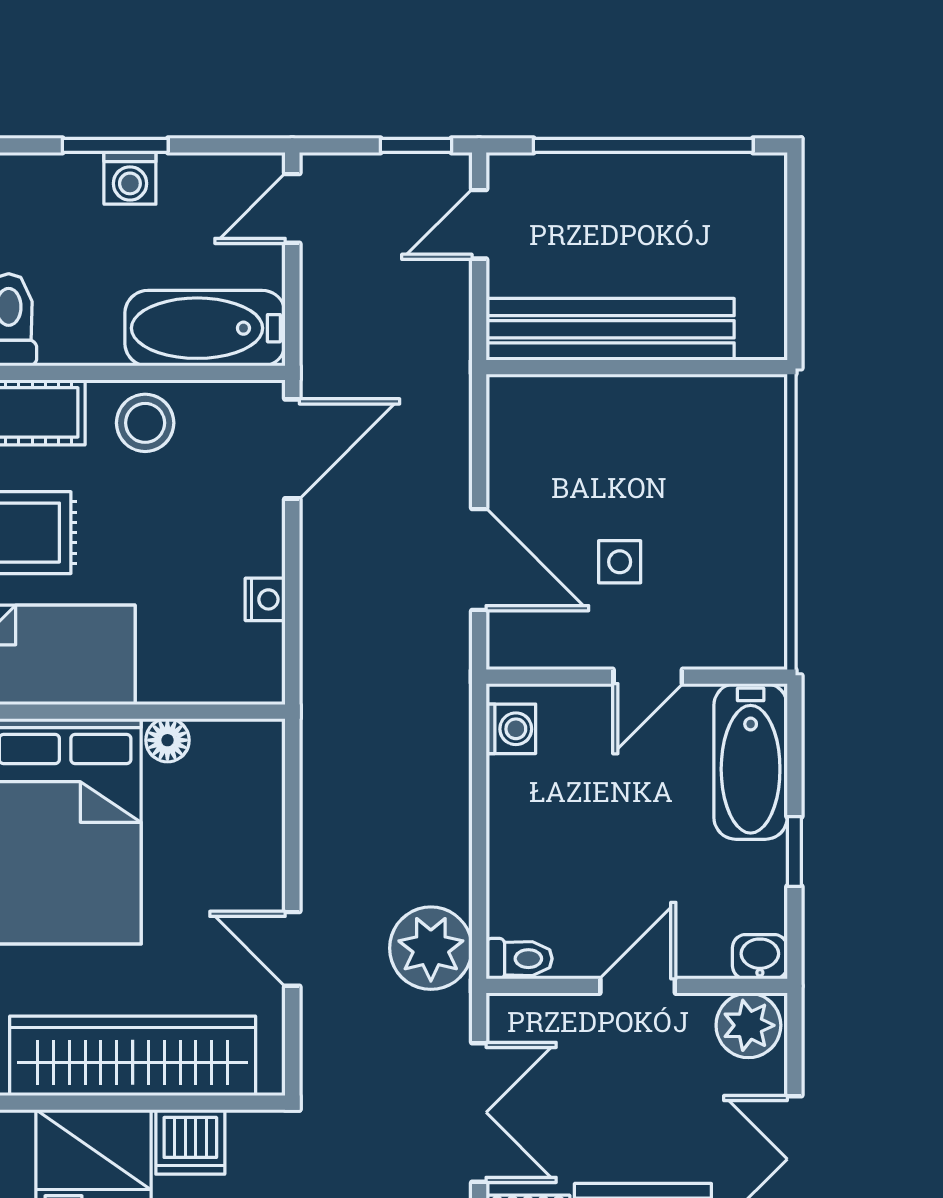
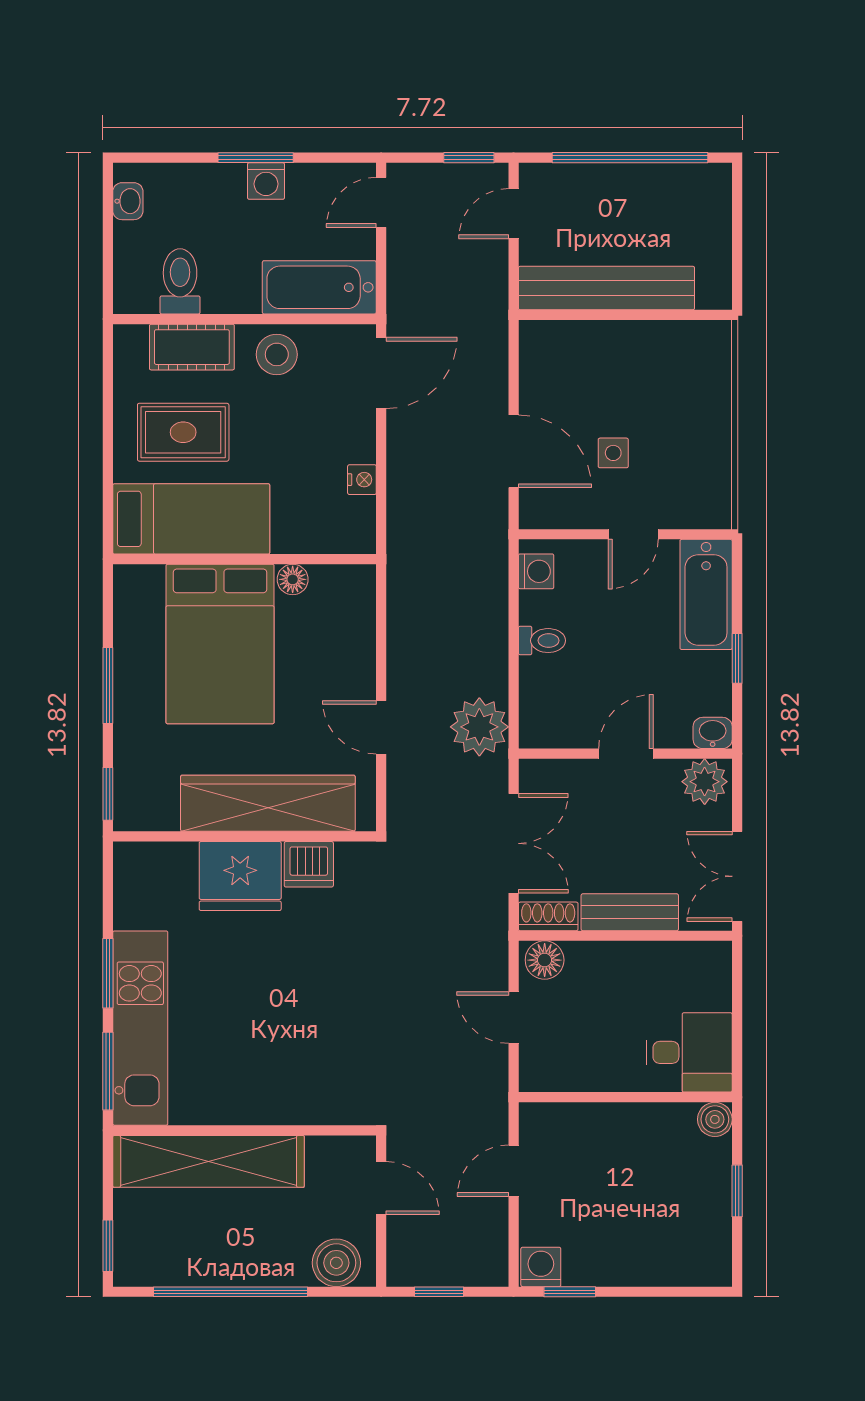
toilet: (519, 959) -> (542, 641), moved

